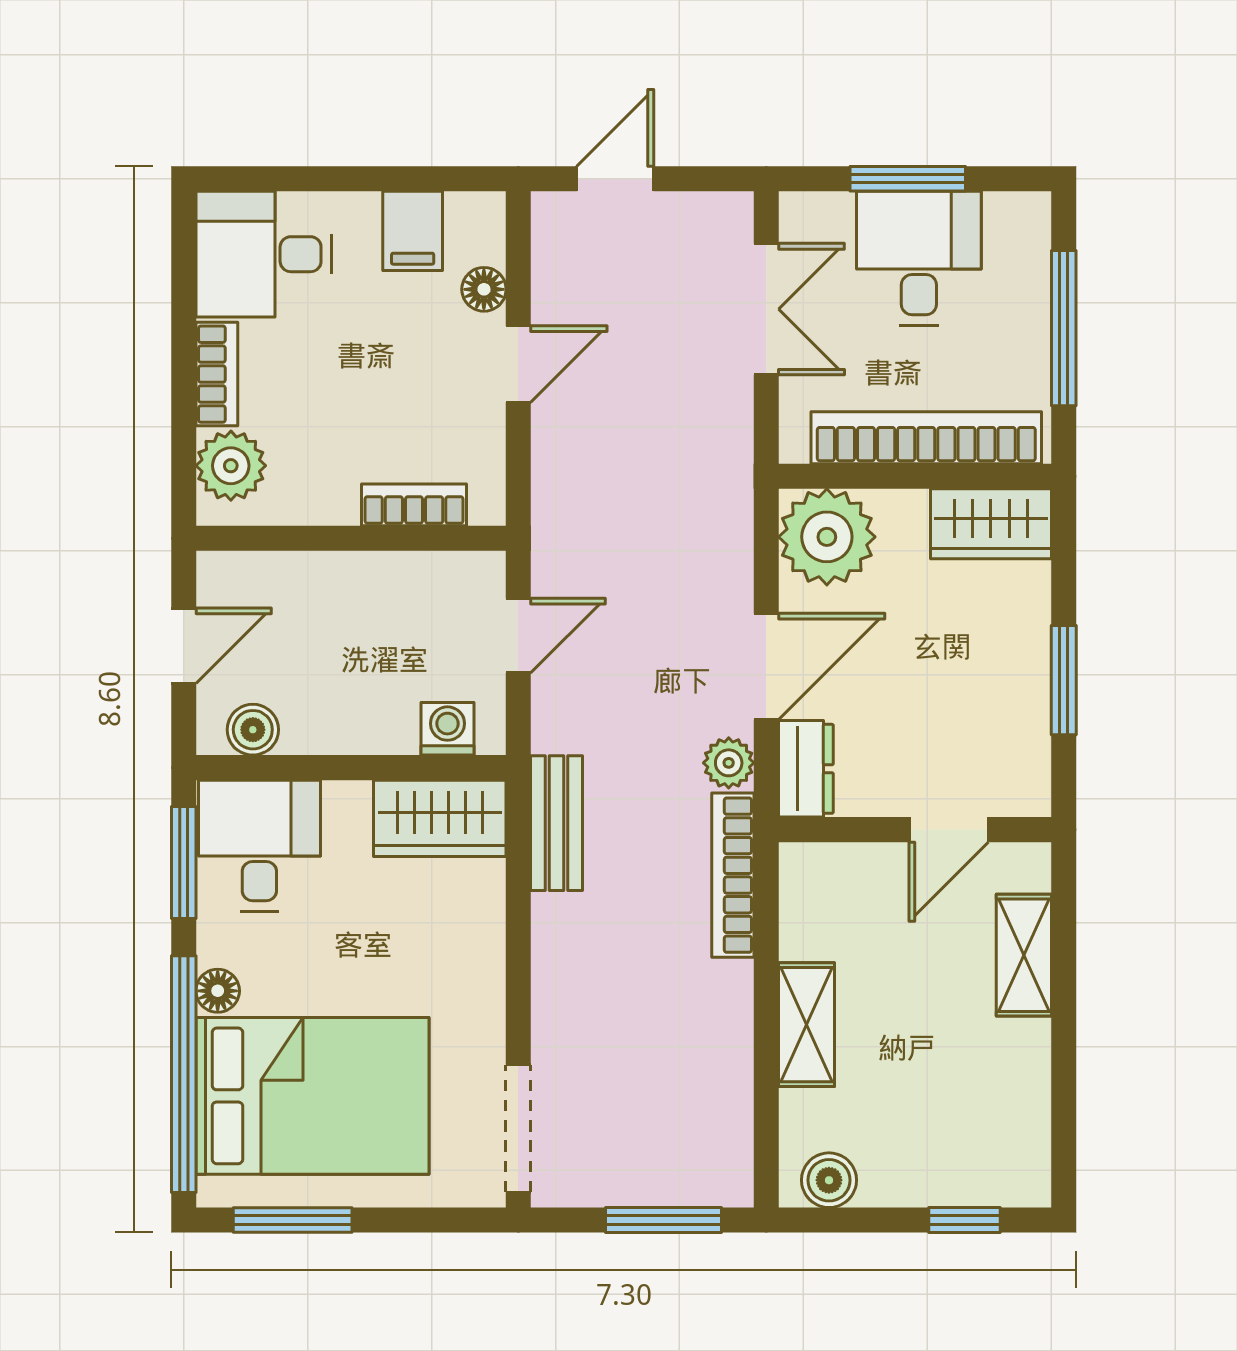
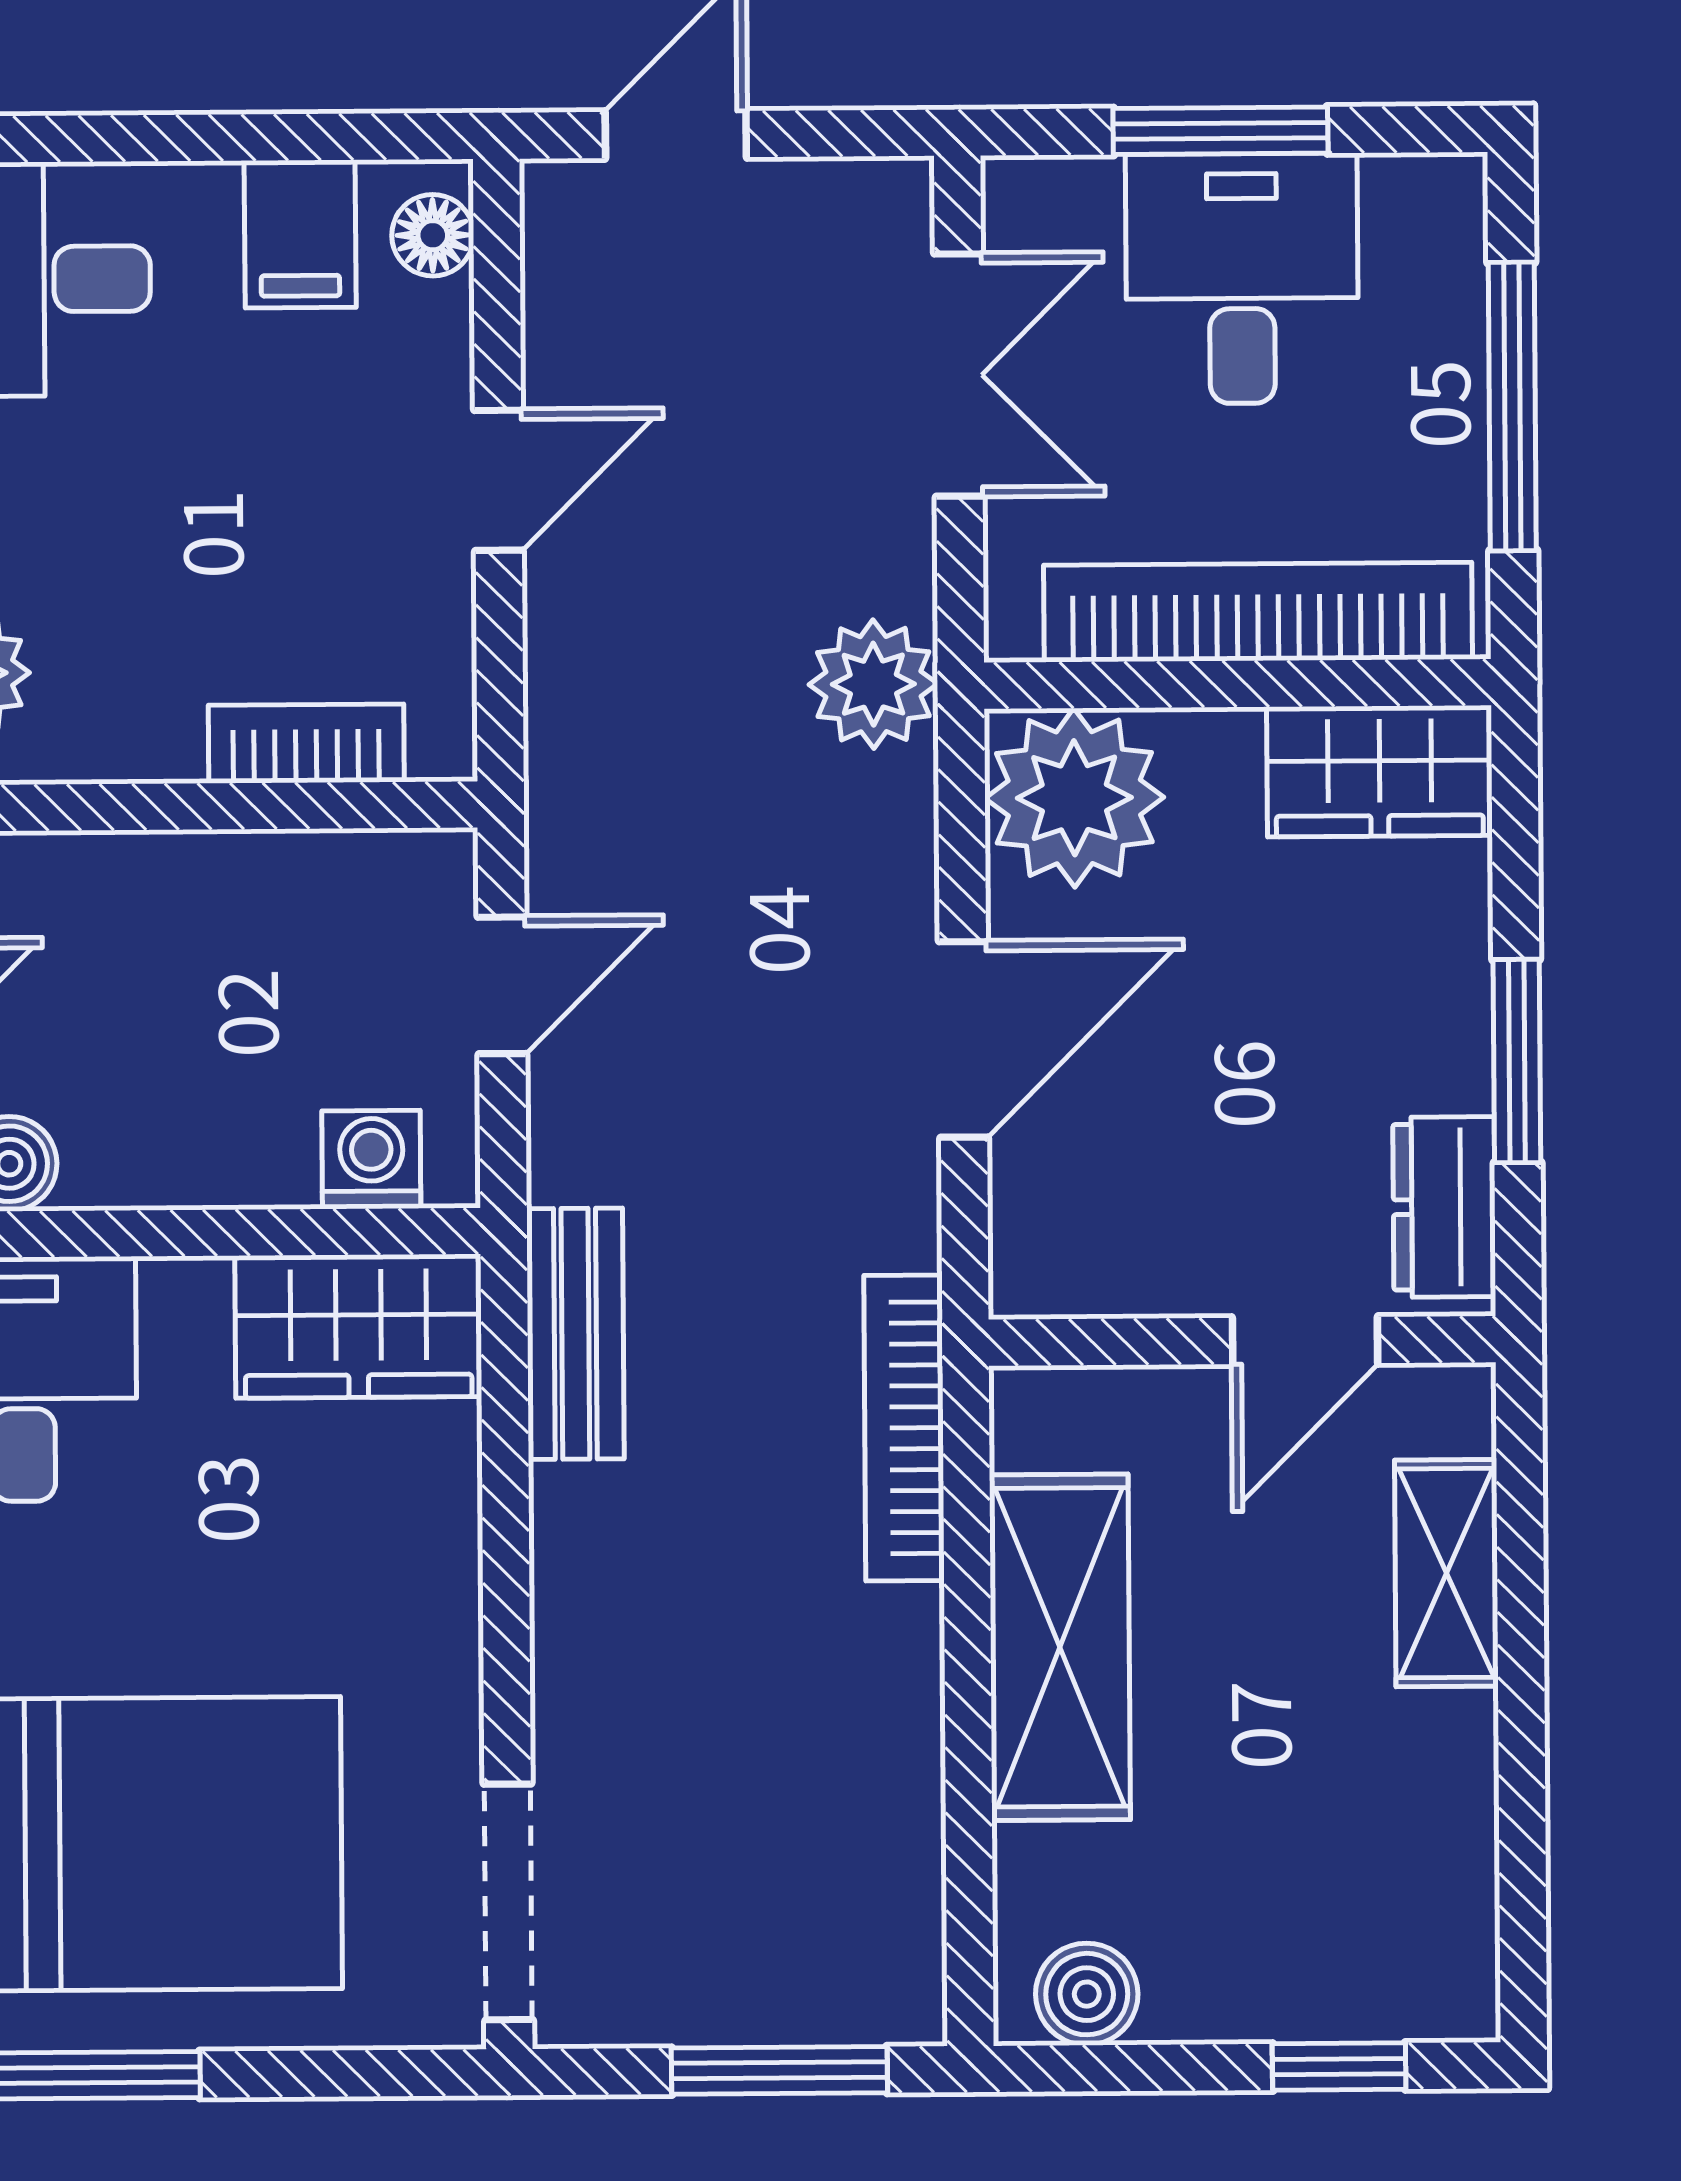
floor lamp: (484, 289) -> (433, 235), moved
plant: (729, 763) -> (873, 684), moved, width x1.38, depth x1.38
dresser: (806, 769) -> (1444, 1207), moved, turned 180
shelving: (807, 1025) -> (1060, 1647), width x1.50, depth x1.33

